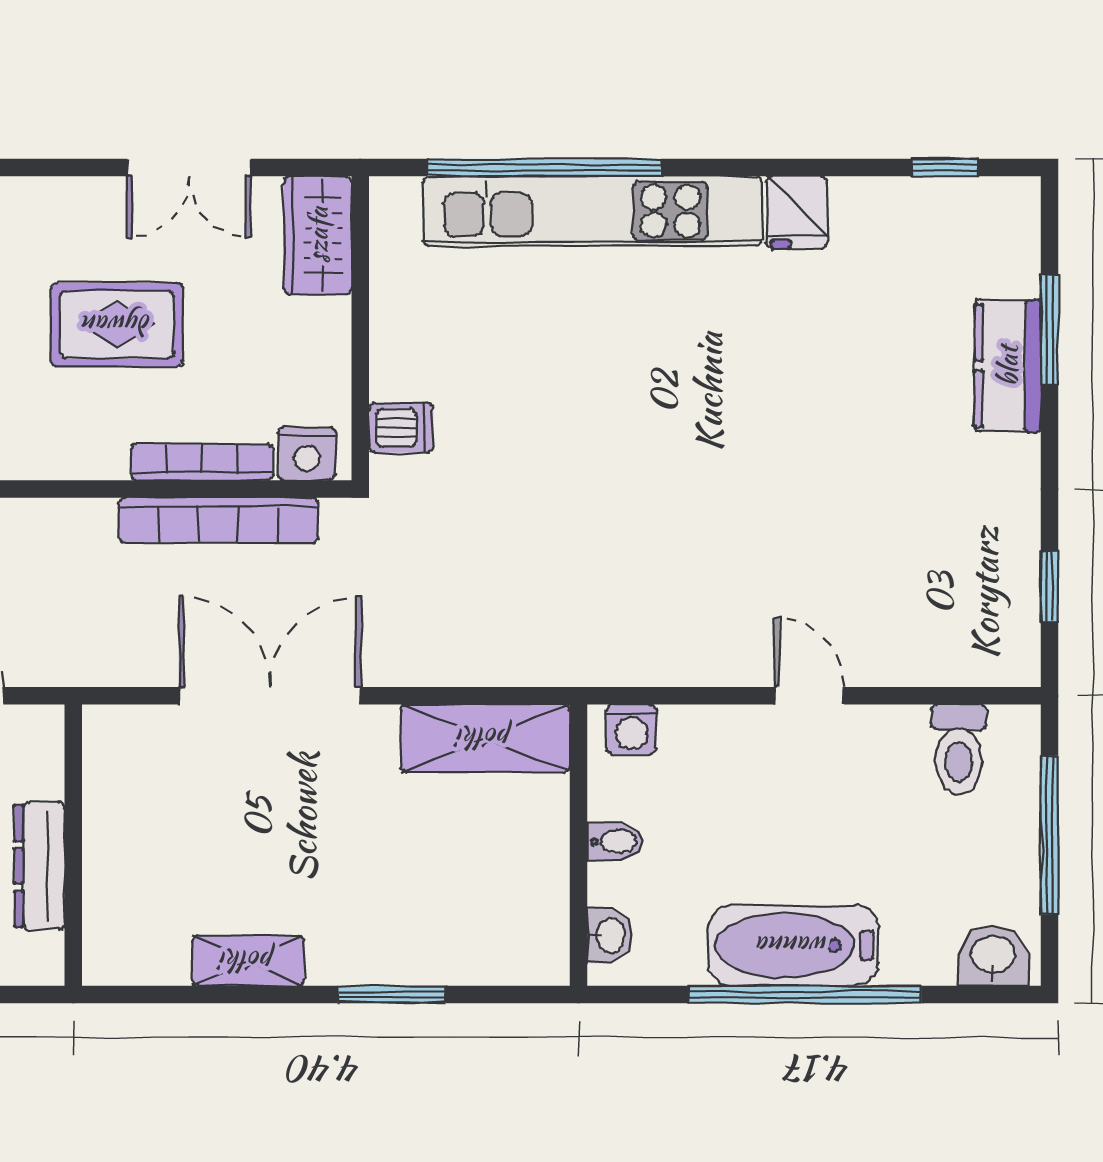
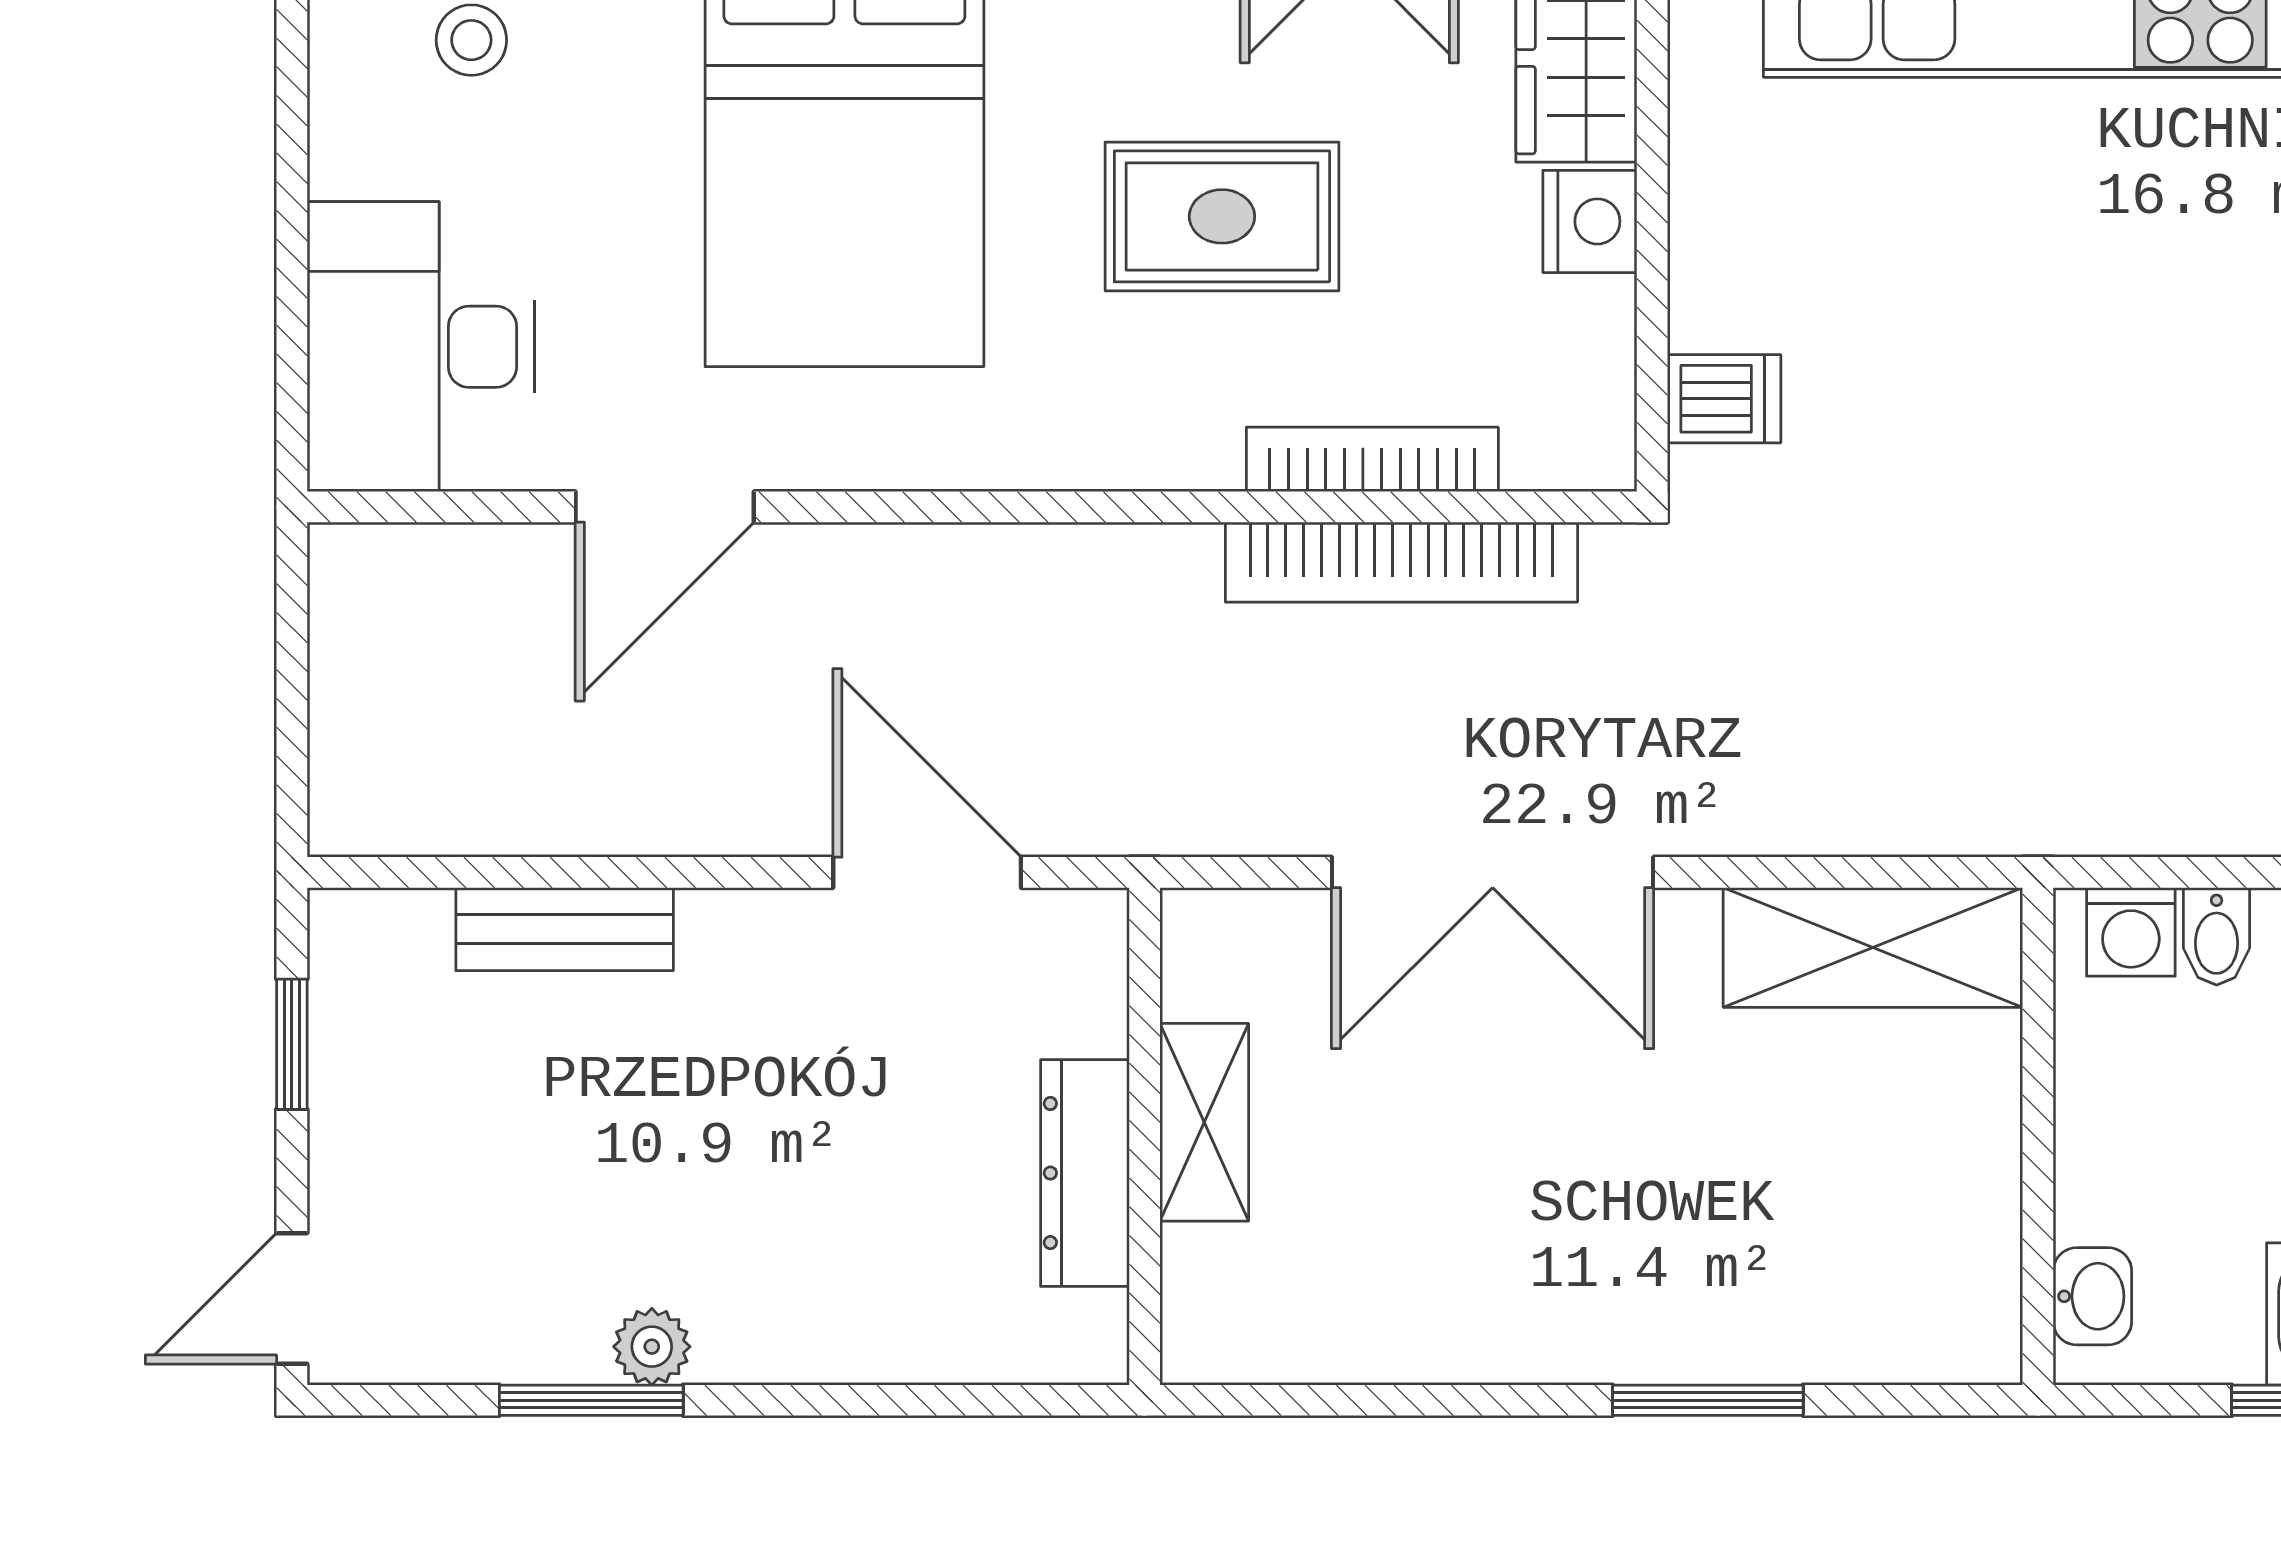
nightstand: (307, 454) -> (1590, 221), moved, turned -90
double door: (270, 696) -> (1493, 872), swing flipped
bidet: (615, 841) -> (2217, 936), moved, turned 90
shelving: (248, 961) -> (1204, 1122), moved, turned 90

